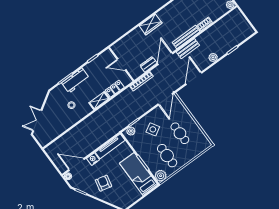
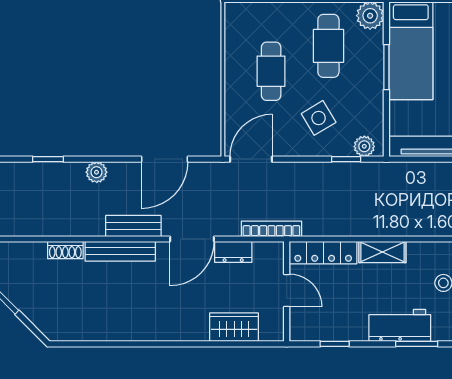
wardrobe: (151, 24) -> (234, 327), moved
locker: (115, 89) -> (323, 253), width x1.53

